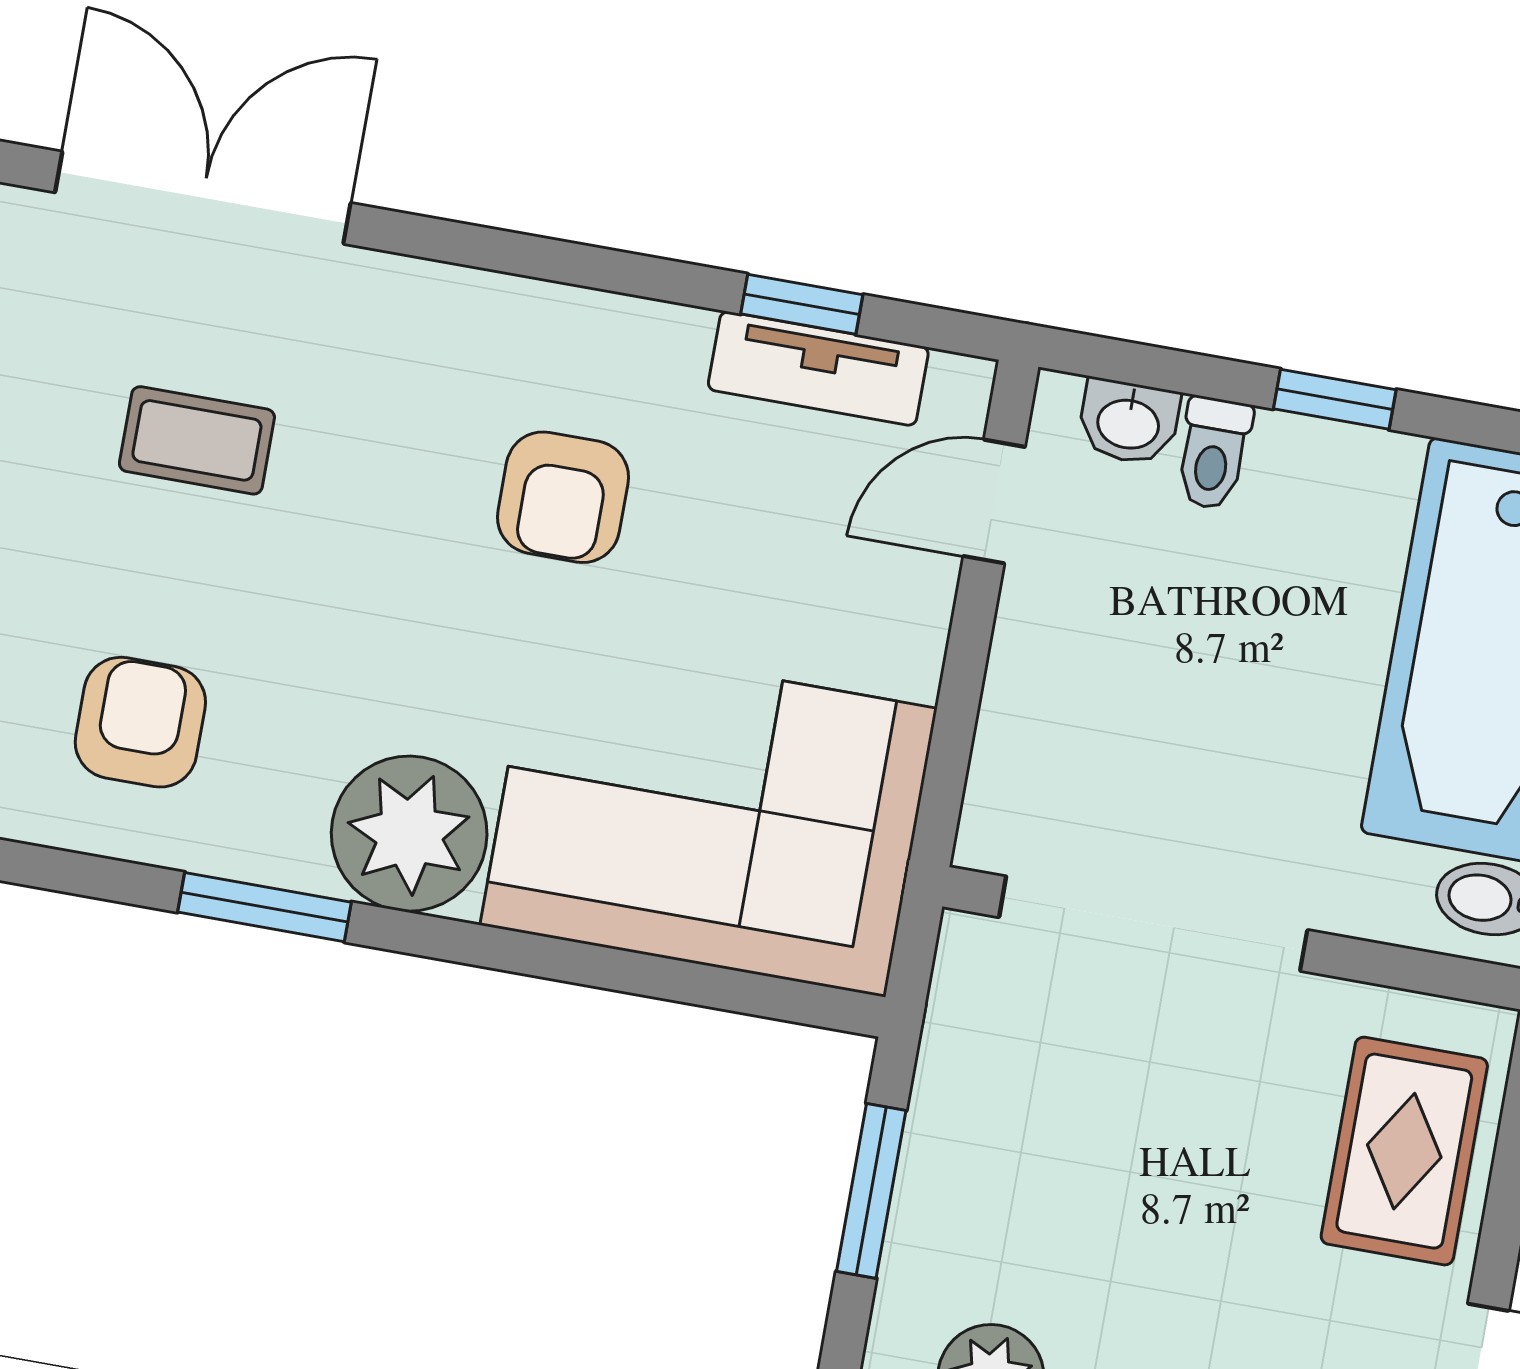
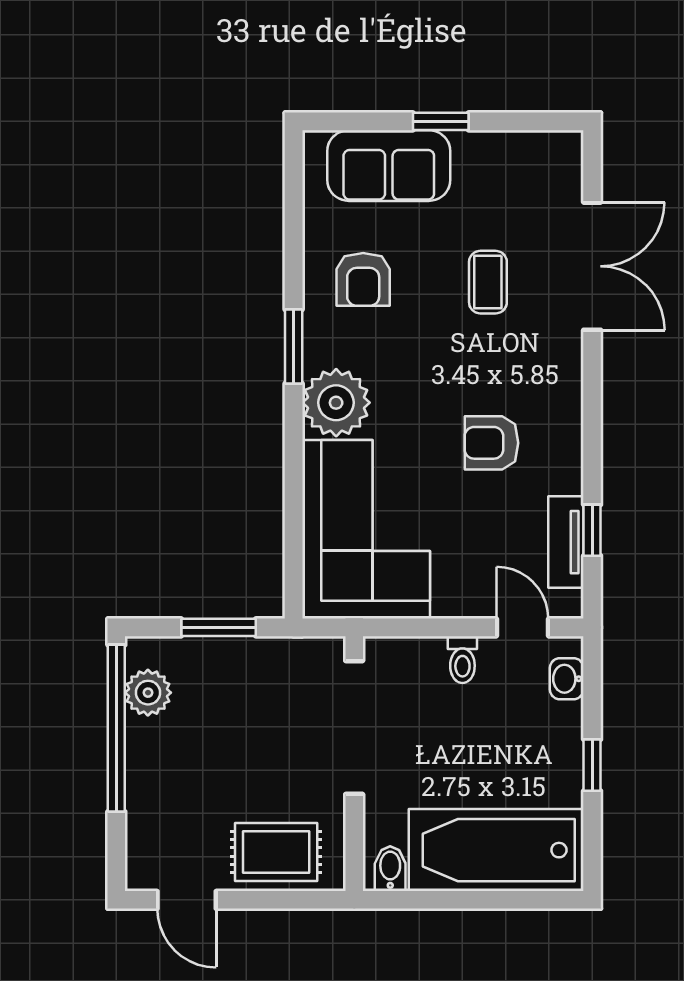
toilet: (1213, 453) -> (462, 660), moved, turned -90
armchair: (140, 722) -> (363, 279), turned 90

